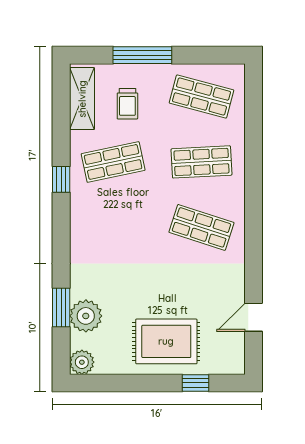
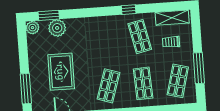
window: (142, 55) -> (199, 68), moved
window: (61, 308) -> (49, 15), moved
rug: (166, 341) -> (61, 72), moved
window: (196, 383) -> (26, 89), width x2.17

